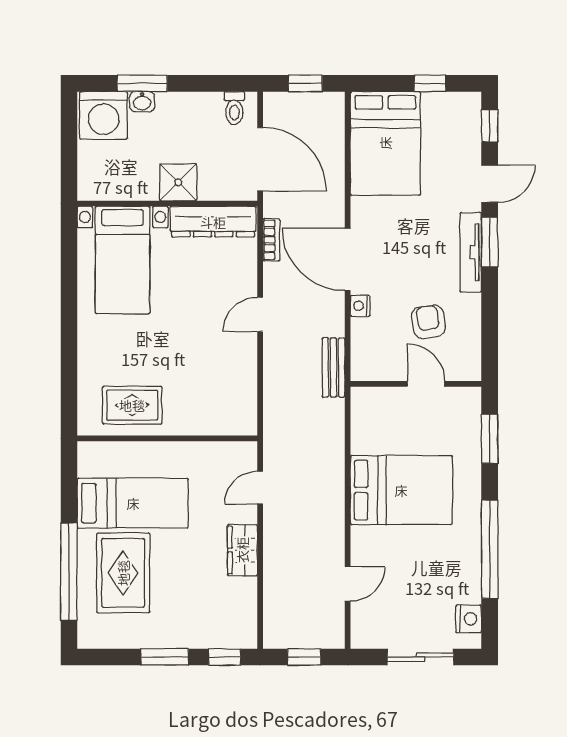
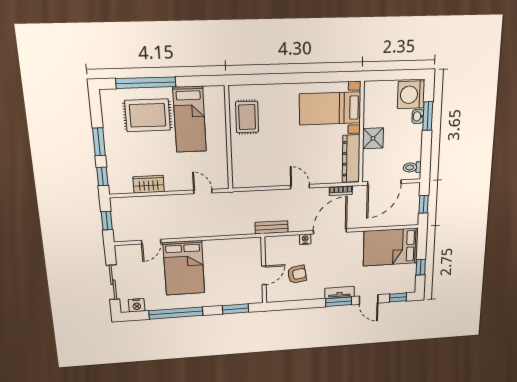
tv unit: (471, 252) -> (340, 292), width x0.71
bed: (401, 490) -> (184, 268), moved
wardrobe: (242, 550) -> (149, 184), moved
door: (348, 584) -> (151, 242), hinge flipped

